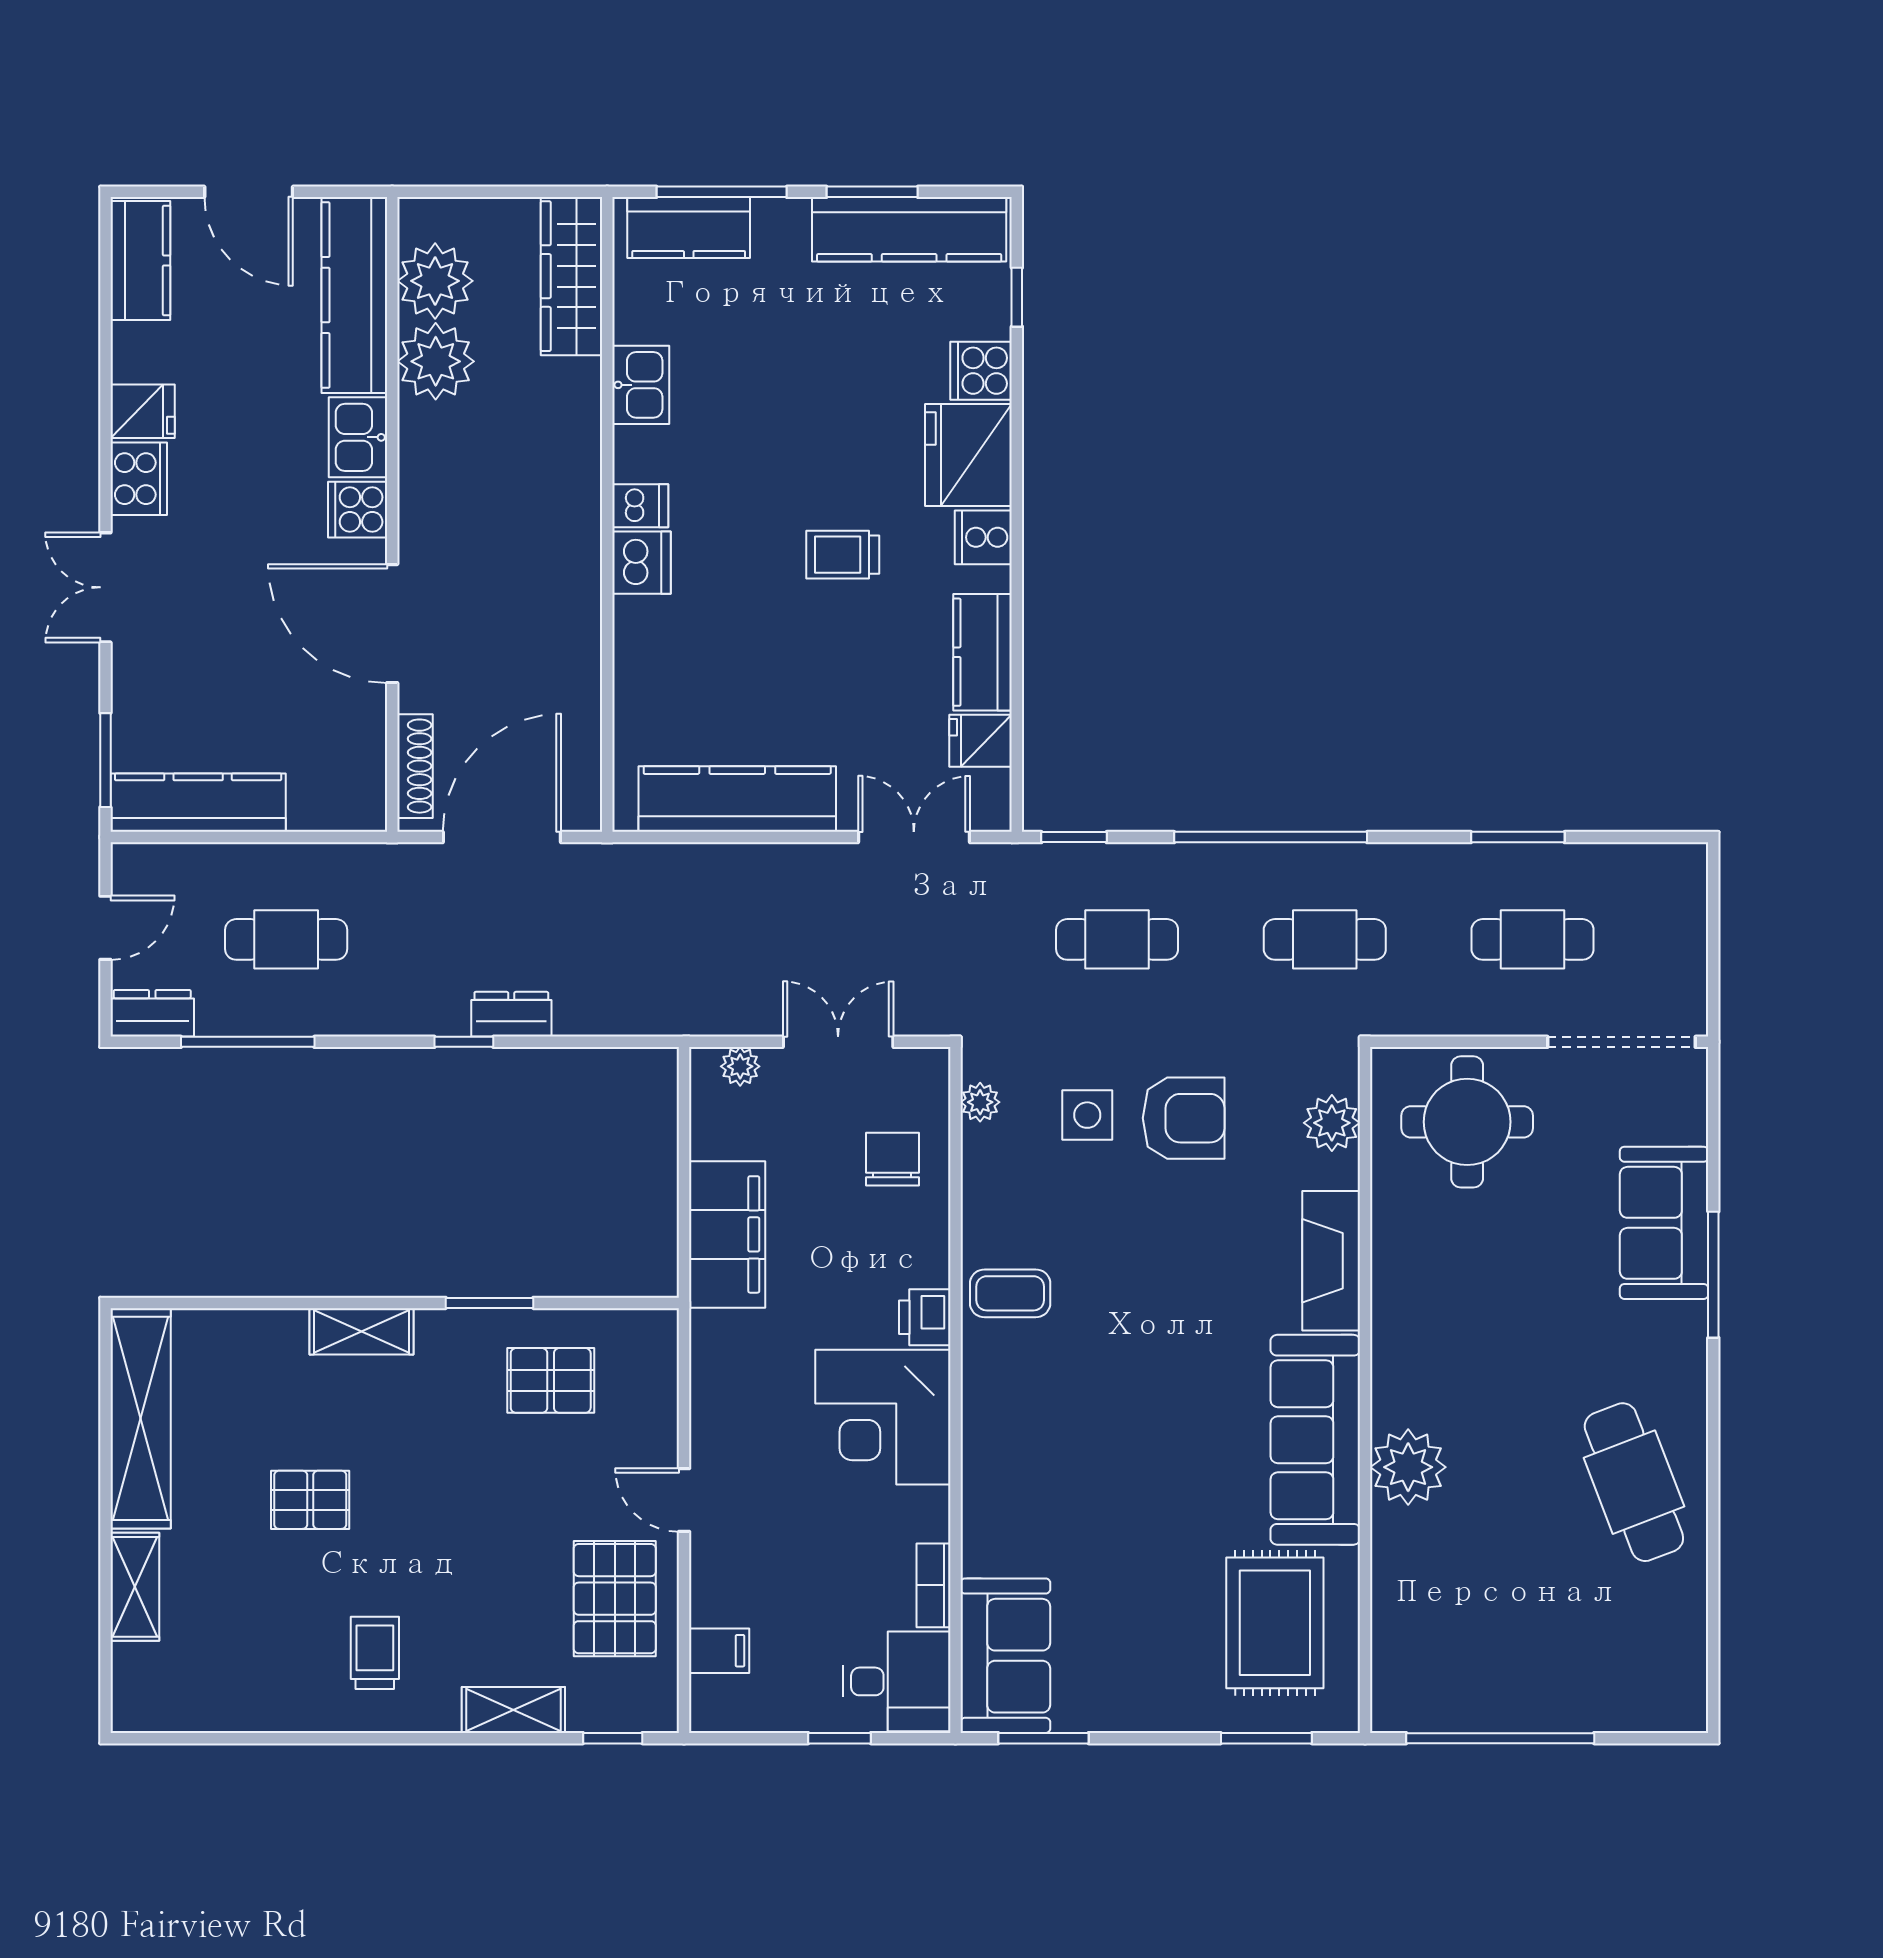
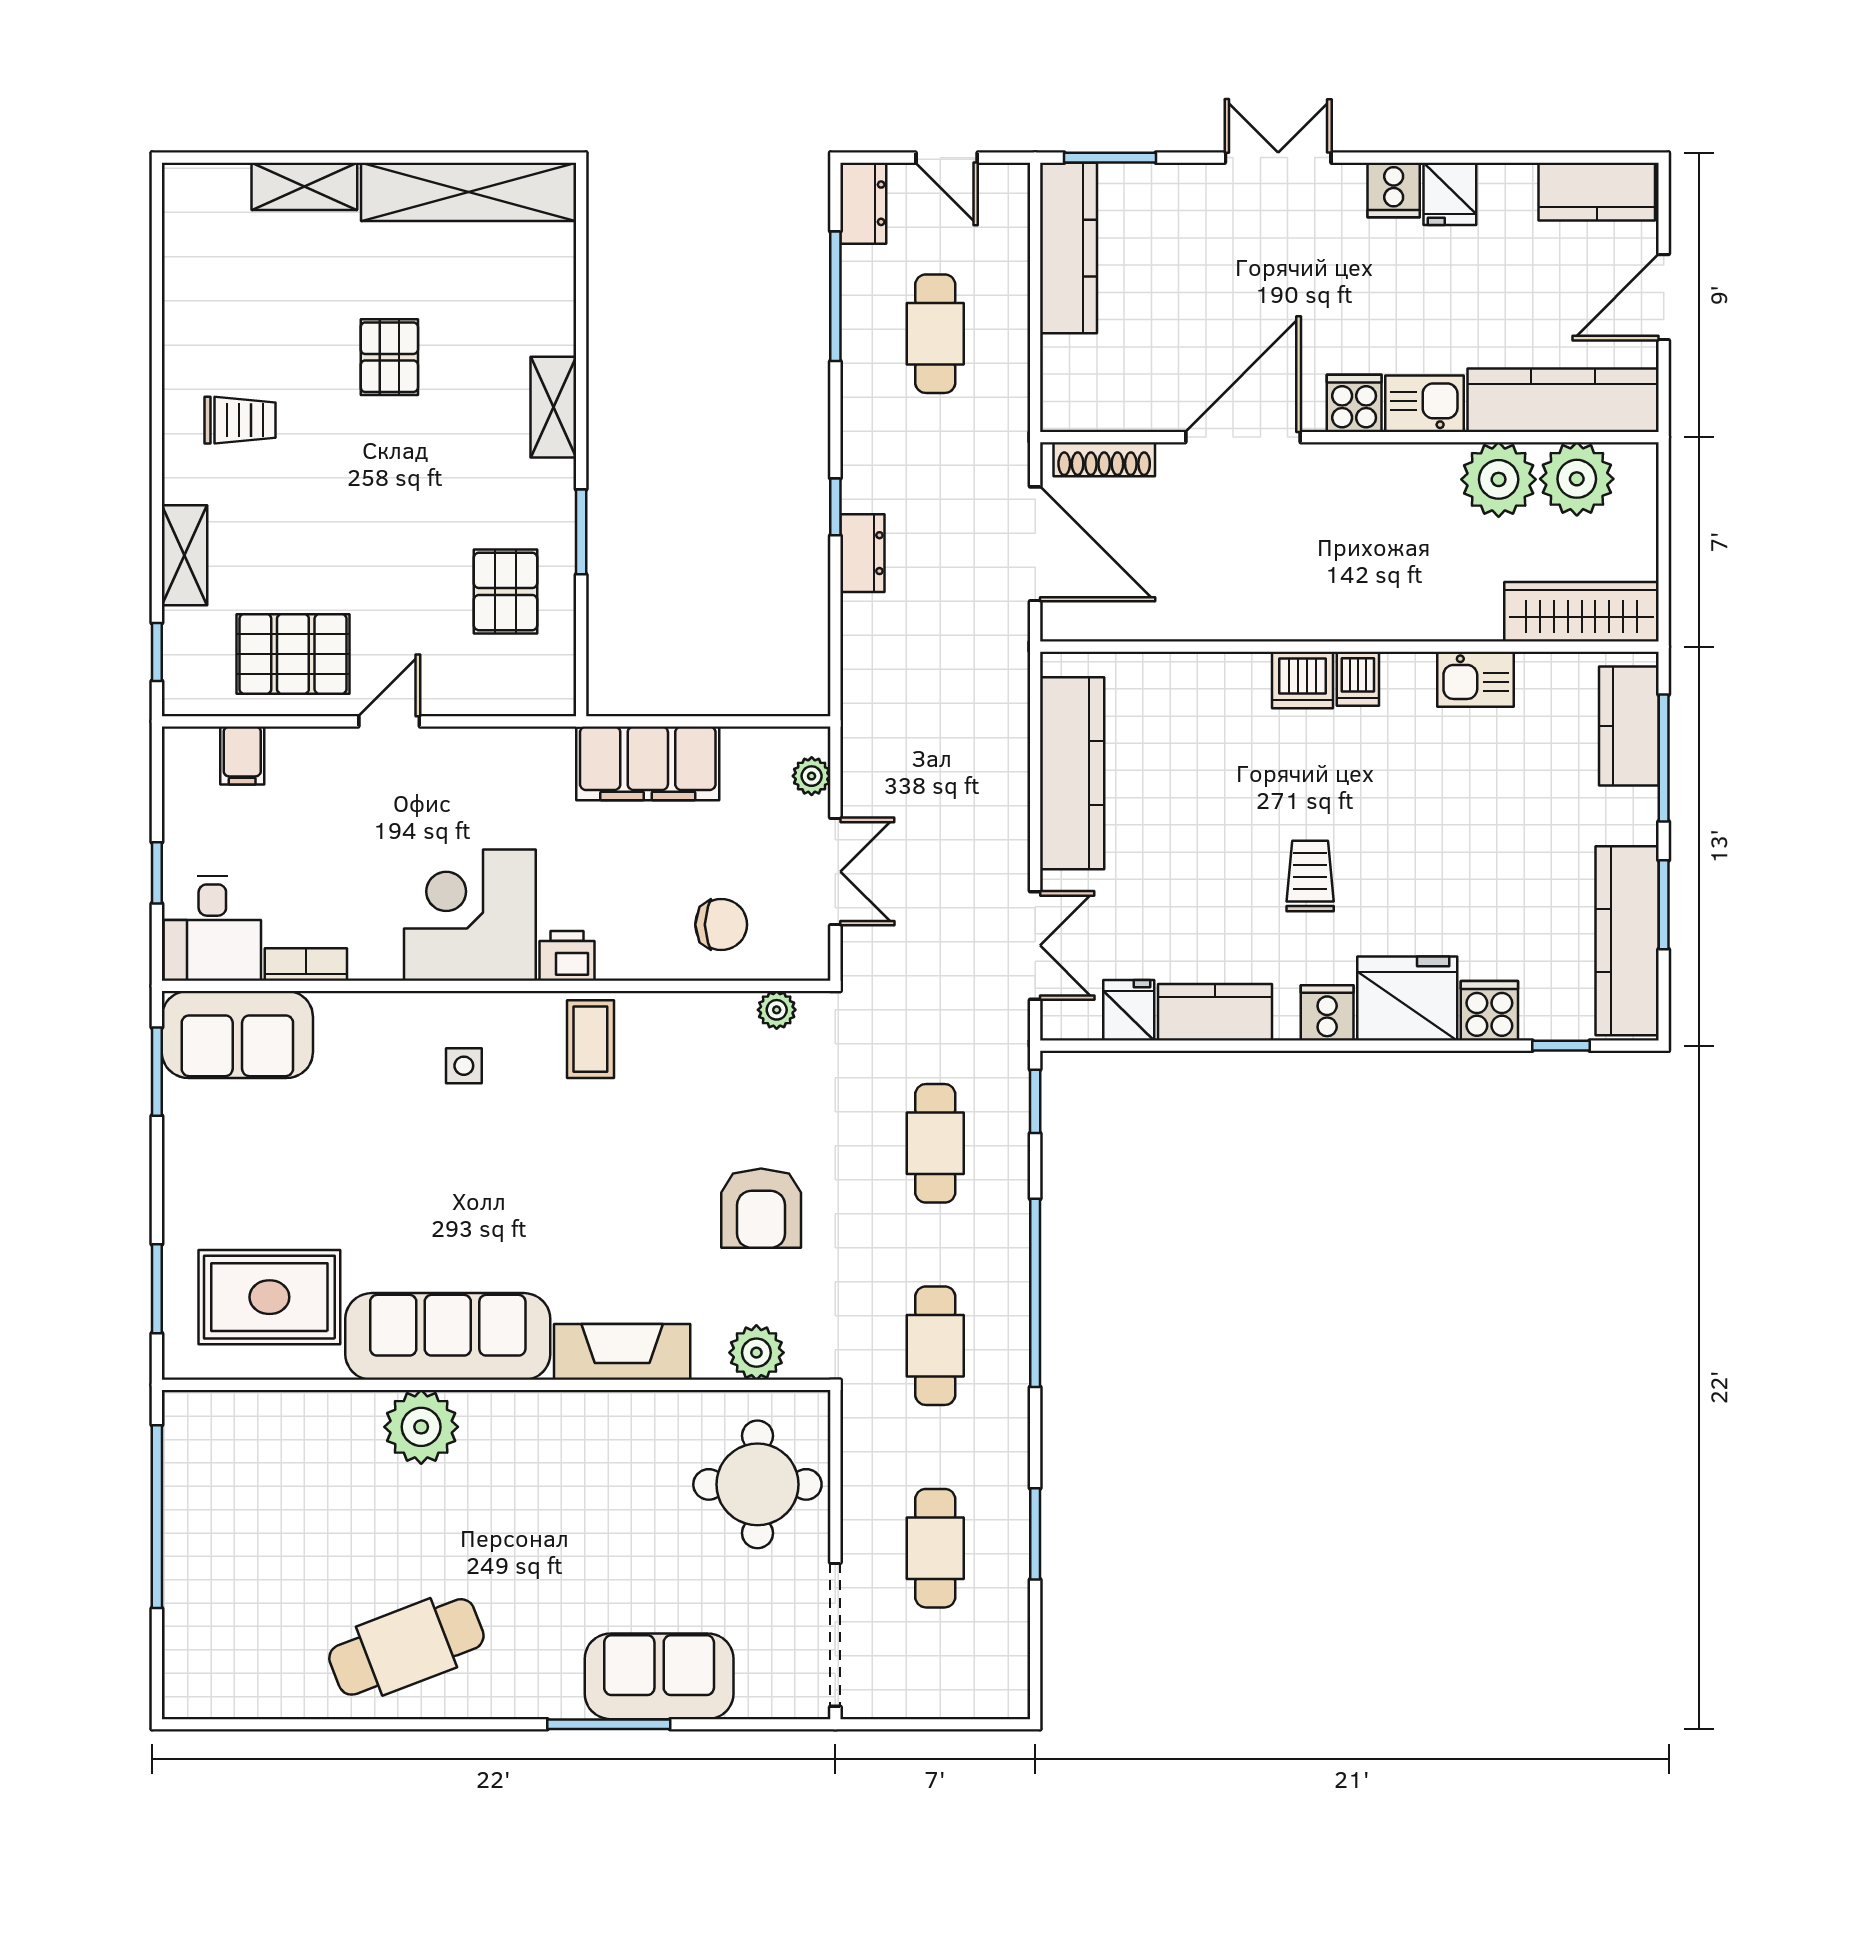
cooker: (139, 479) -> (1394, 190), width x0.73
side table: (1087, 1115) -> (464, 1066), moved, width x0.73, depth x0.73

